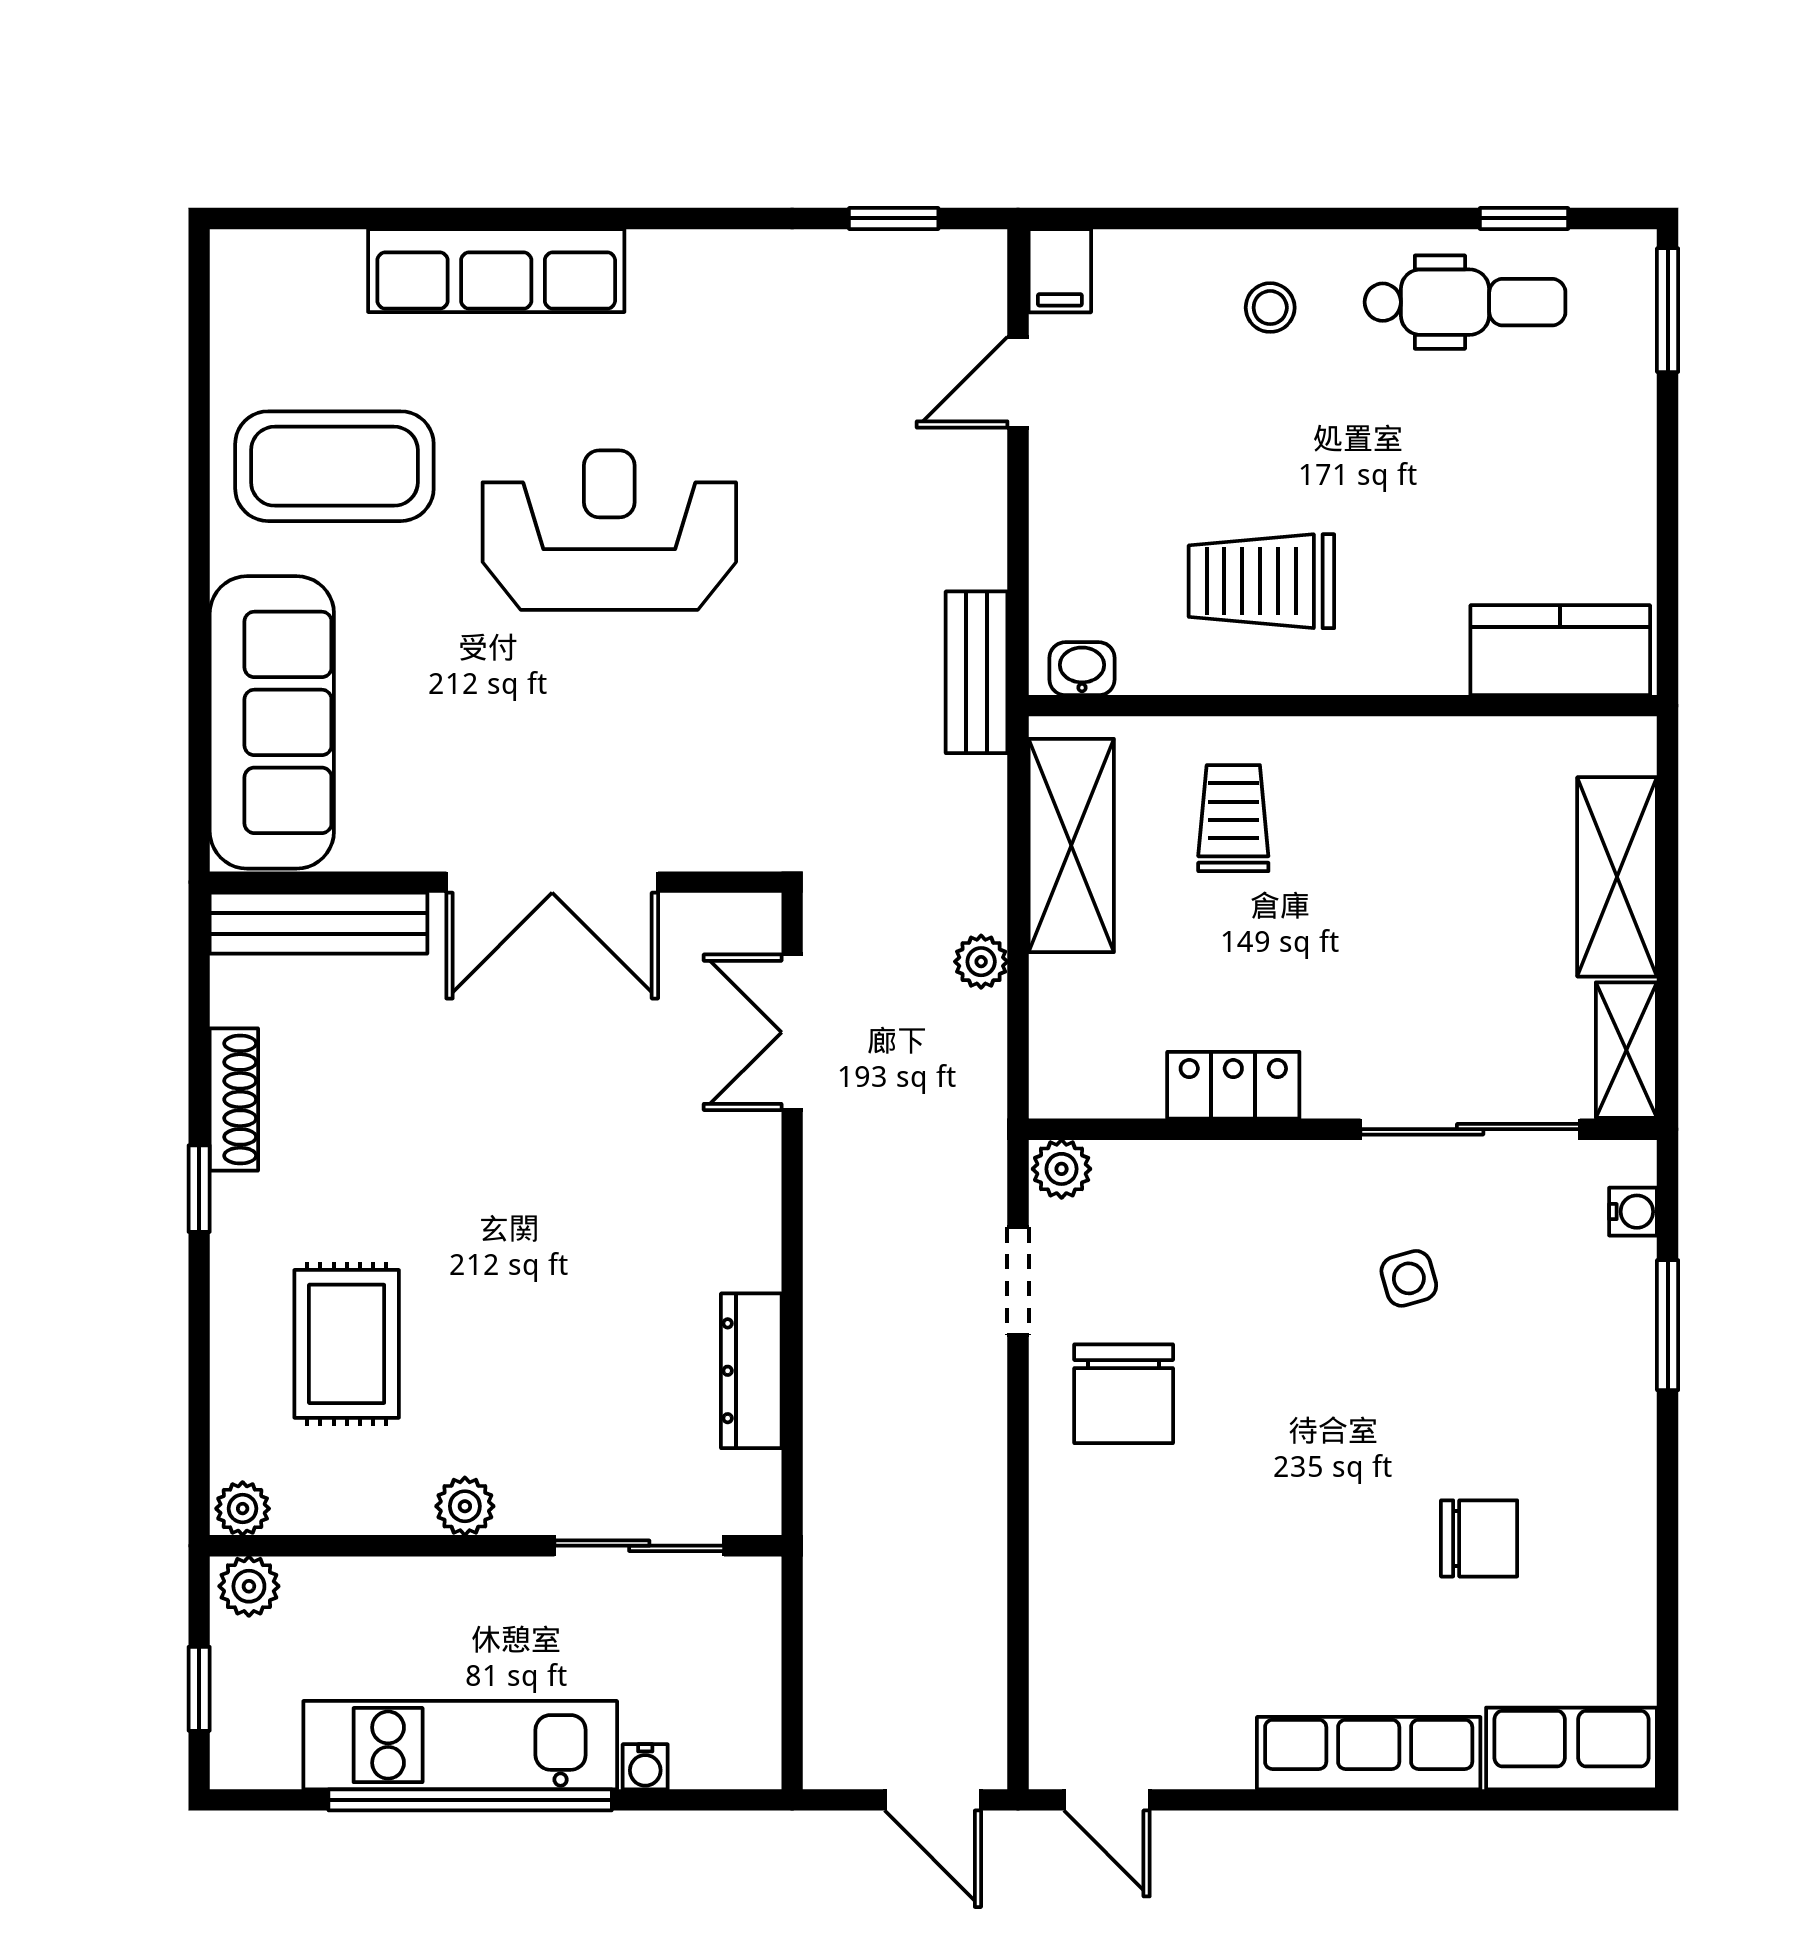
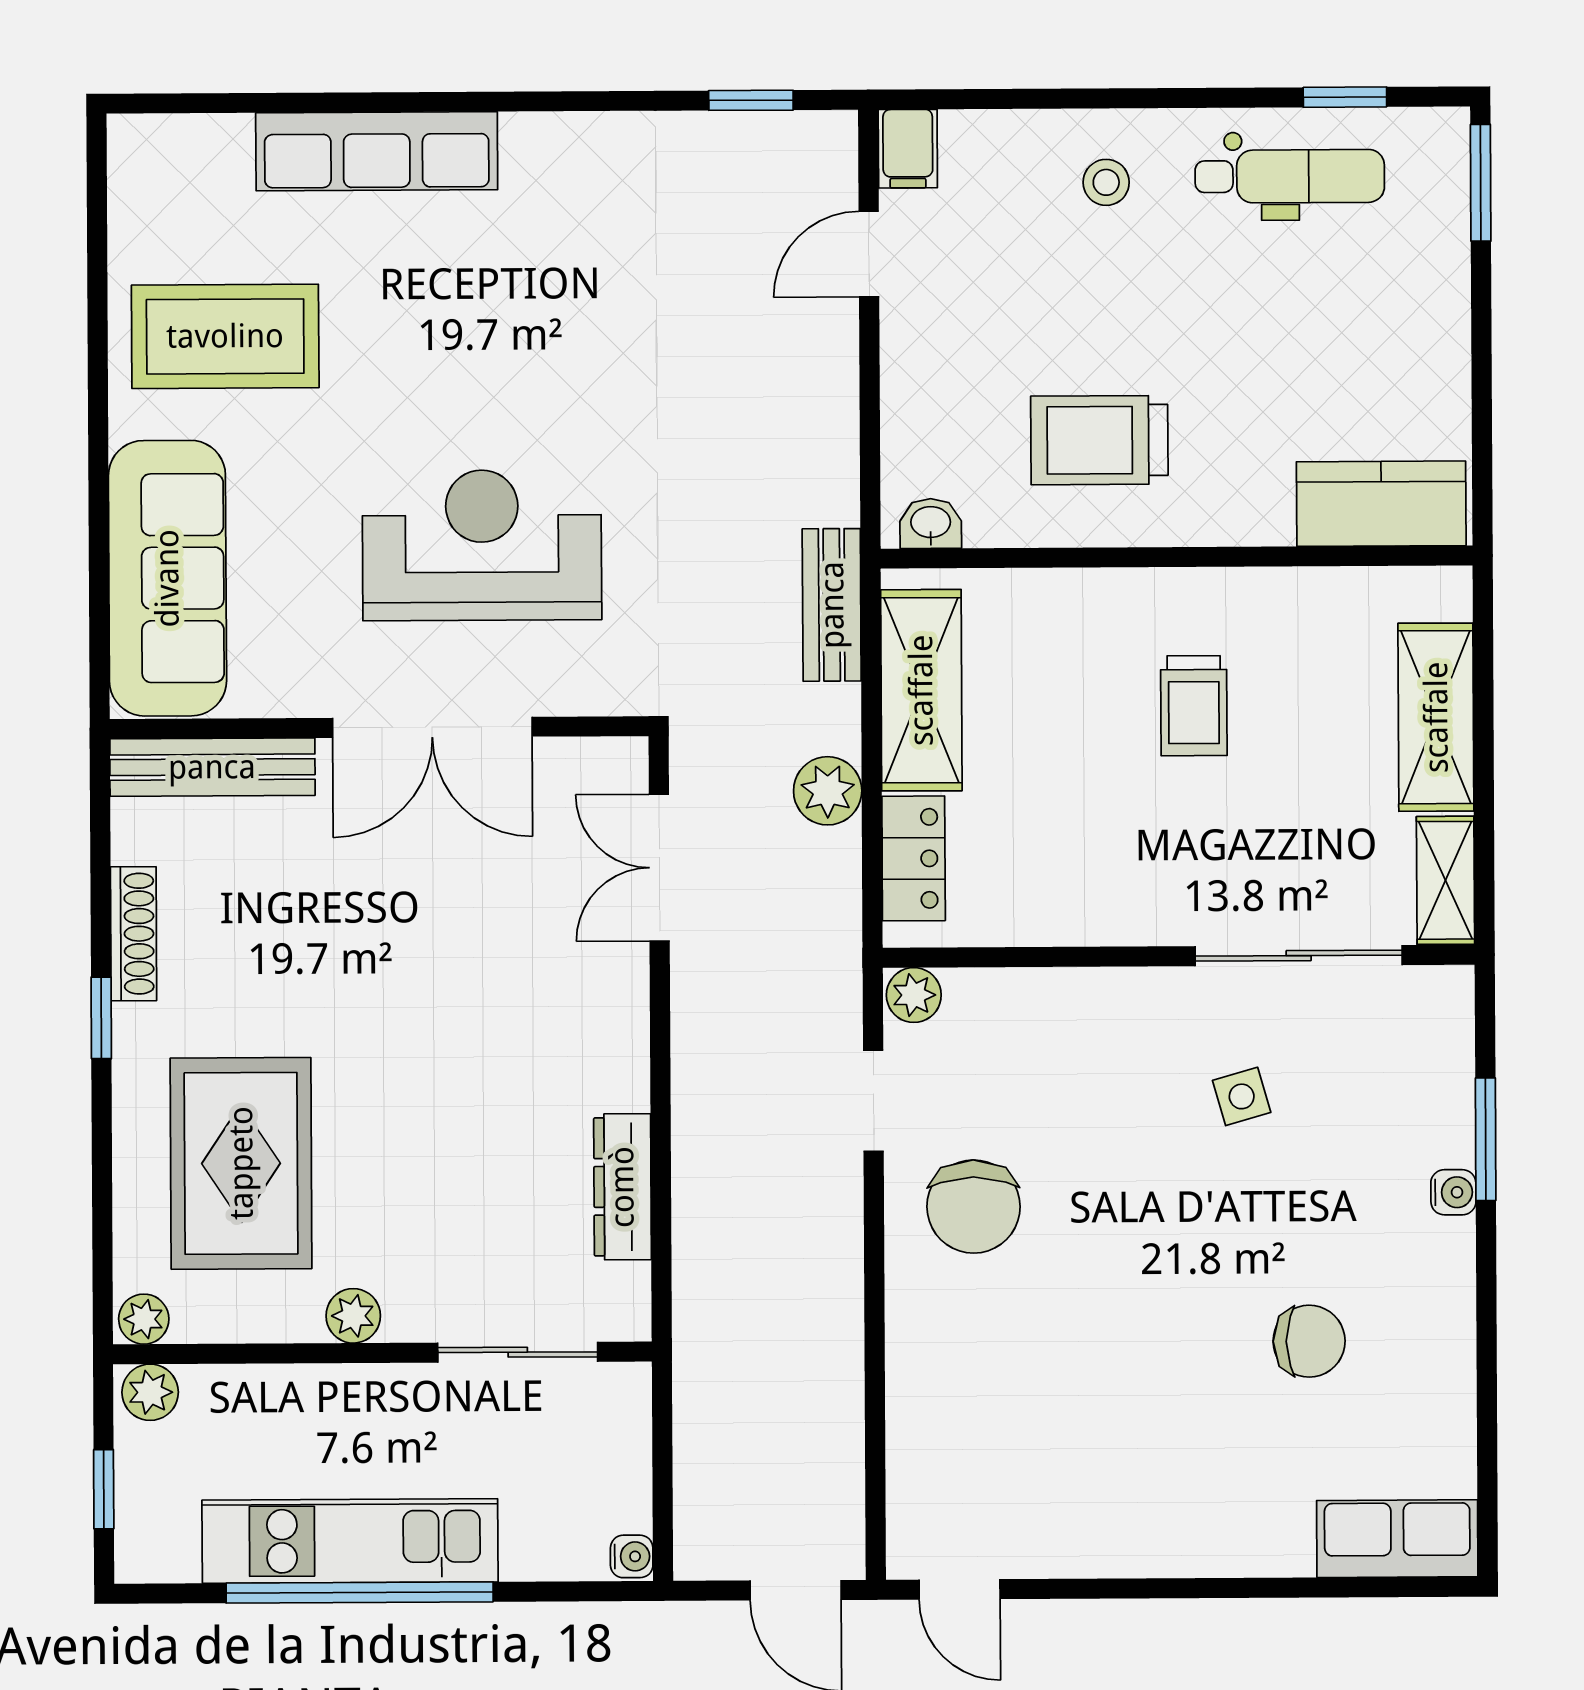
reception desk: (609, 530) -> (482, 545), moved
bench: (977, 672) -> (832, 605), moved
trolley: (1233, 818) -> (1194, 706), moved, turned 180
plant: (981, 962) -> (828, 791), width x1.38, depth x1.38
locker: (1233, 1085) -> (914, 858), moved, turned 90
water cooler: (1633, 1212) -> (1453, 1192), moved
rug: (347, 1344) -> (241, 1163), width x1.36, depth x1.43
row of seats: (1369, 1753) -> (1206, 1544), removed
water cooler: (645, 1767) -> (632, 1556), moved, turned -90

